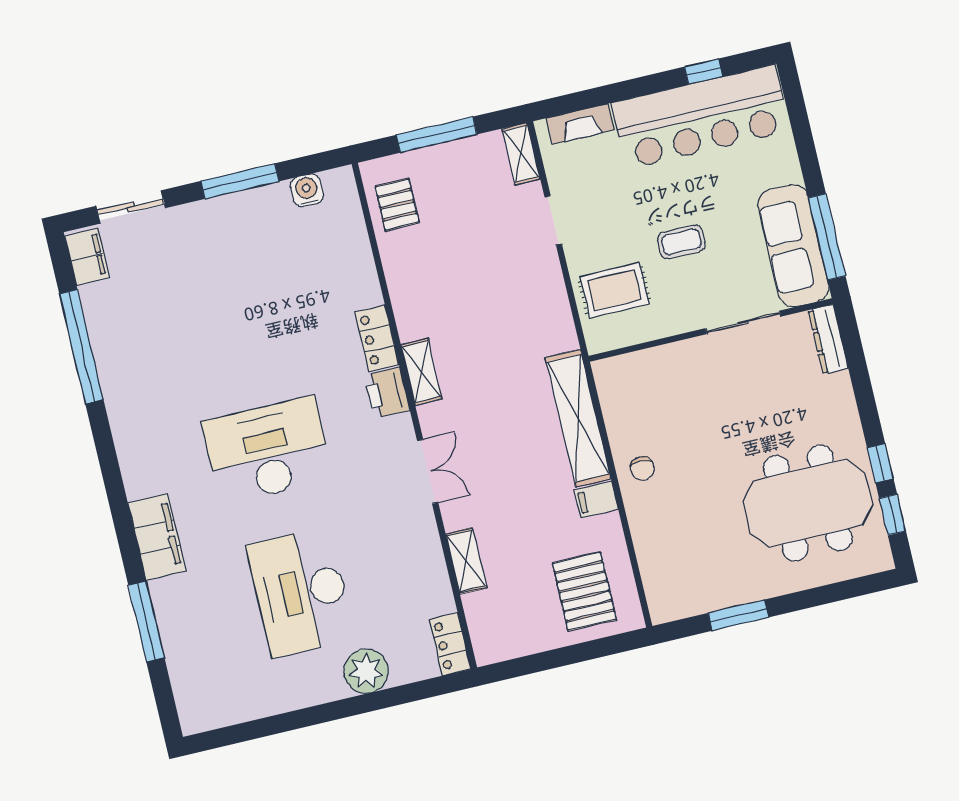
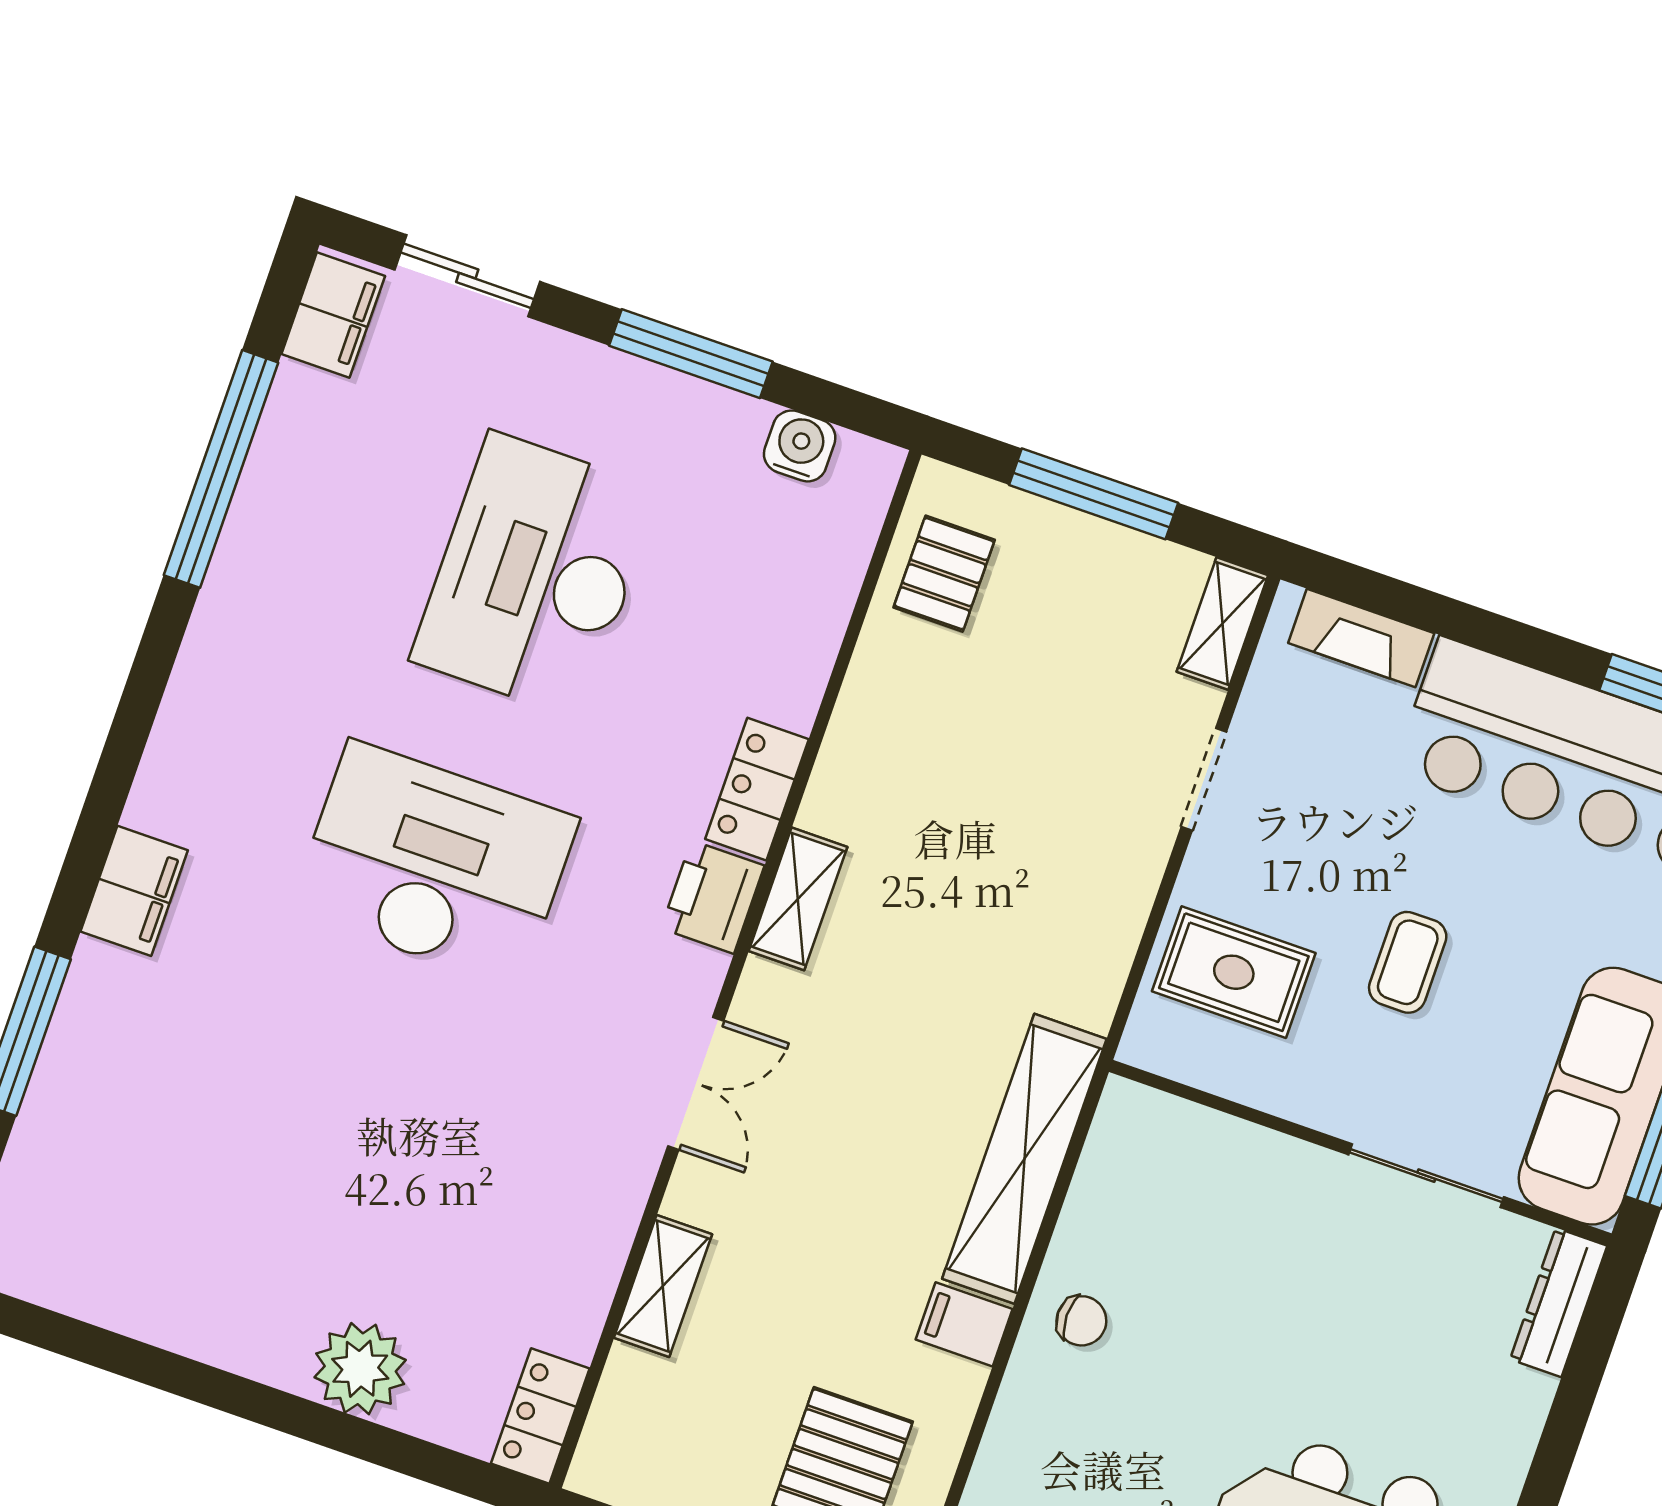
coffee table: (681, 242) -> (1408, 962), turned 90
chair: (642, 468) -> (1081, 1321), turned -90
filing cabinet: (157, 537) -> (134, 891), width x0.67, depth x0.86
desk: (301, 592) -> (535, 575), moved

